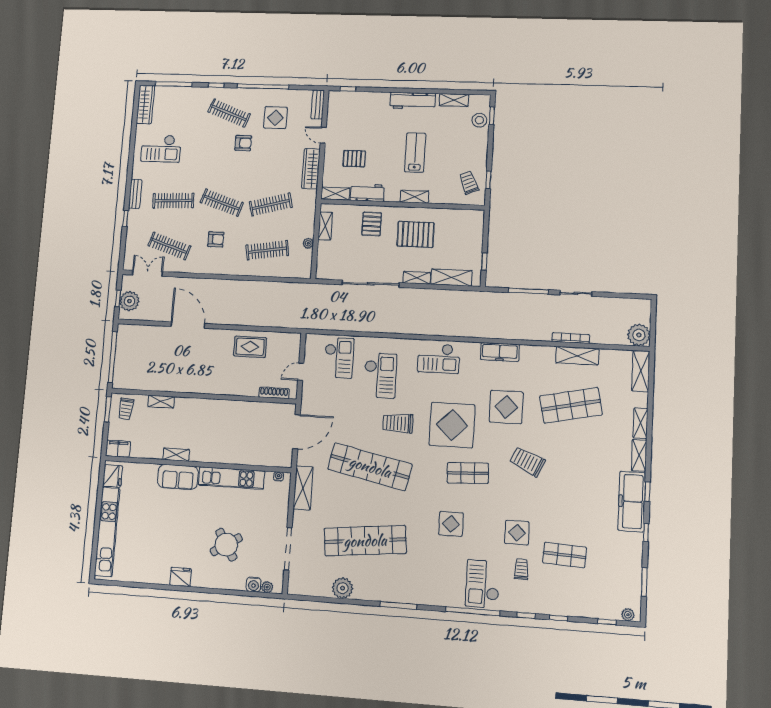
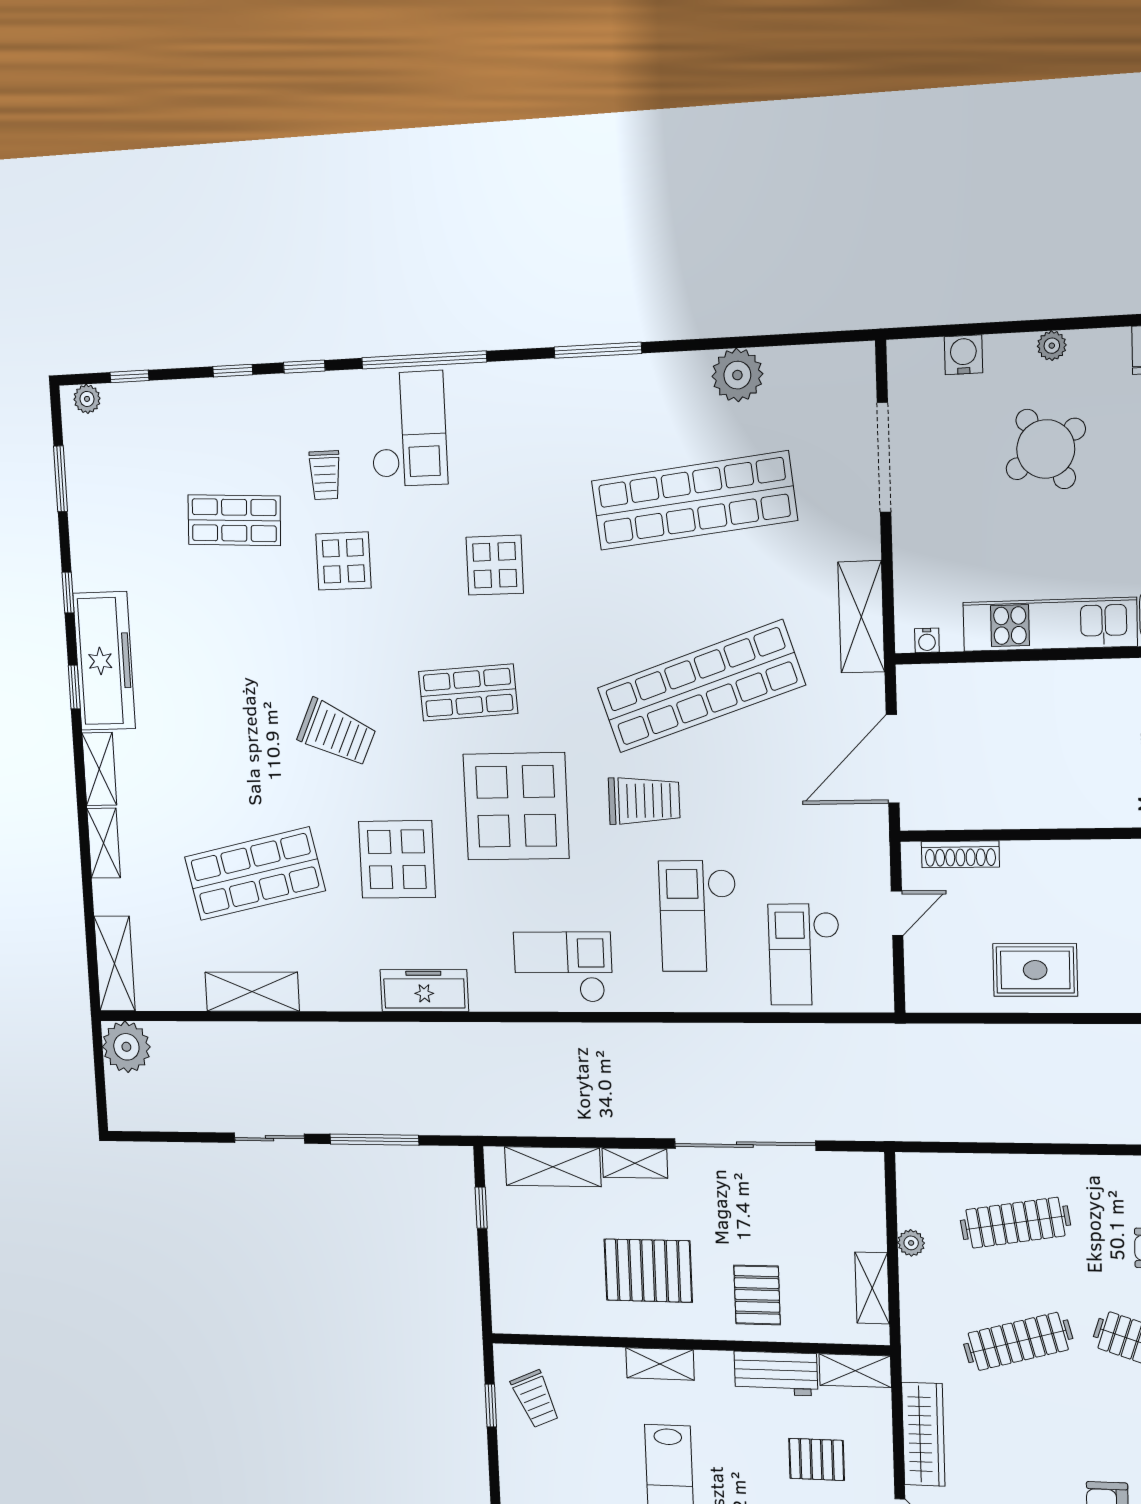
bookcase: (571, 338) -> (271, 1032), removed
shop shelf: (370, 467) -> (701, 686), turned -30
plant: (267, 587) -> (1052, 346), moved

